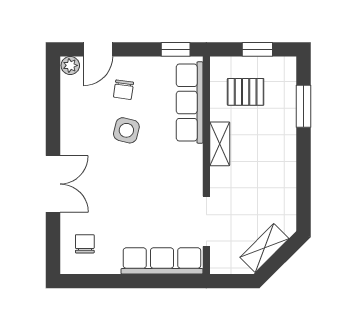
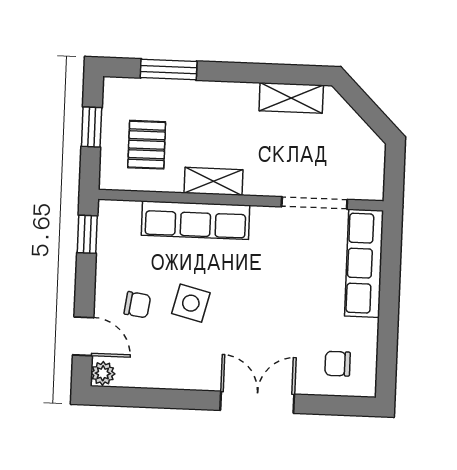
row of seats: (190, 102) -> (196, 220), moved
shelving: (264, 248) -> (291, 98), moved, turned -45

